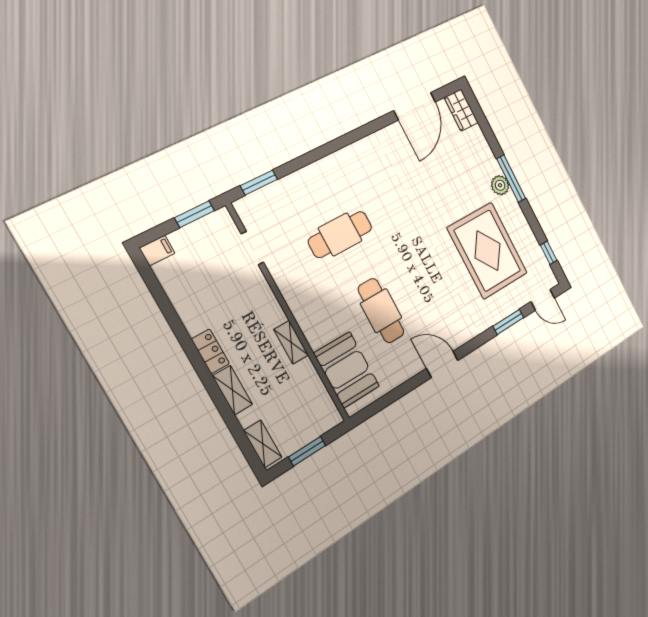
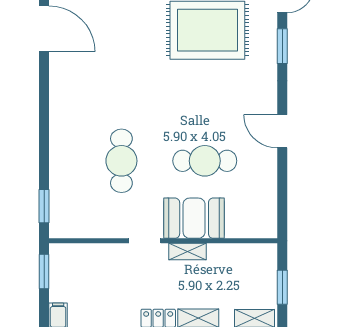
doorway: (252, 248) -> (145, 241), moved
door: (442, 364) -> (282, 131), hinge flipped
booth: (347, 370) -> (194, 218), moved

